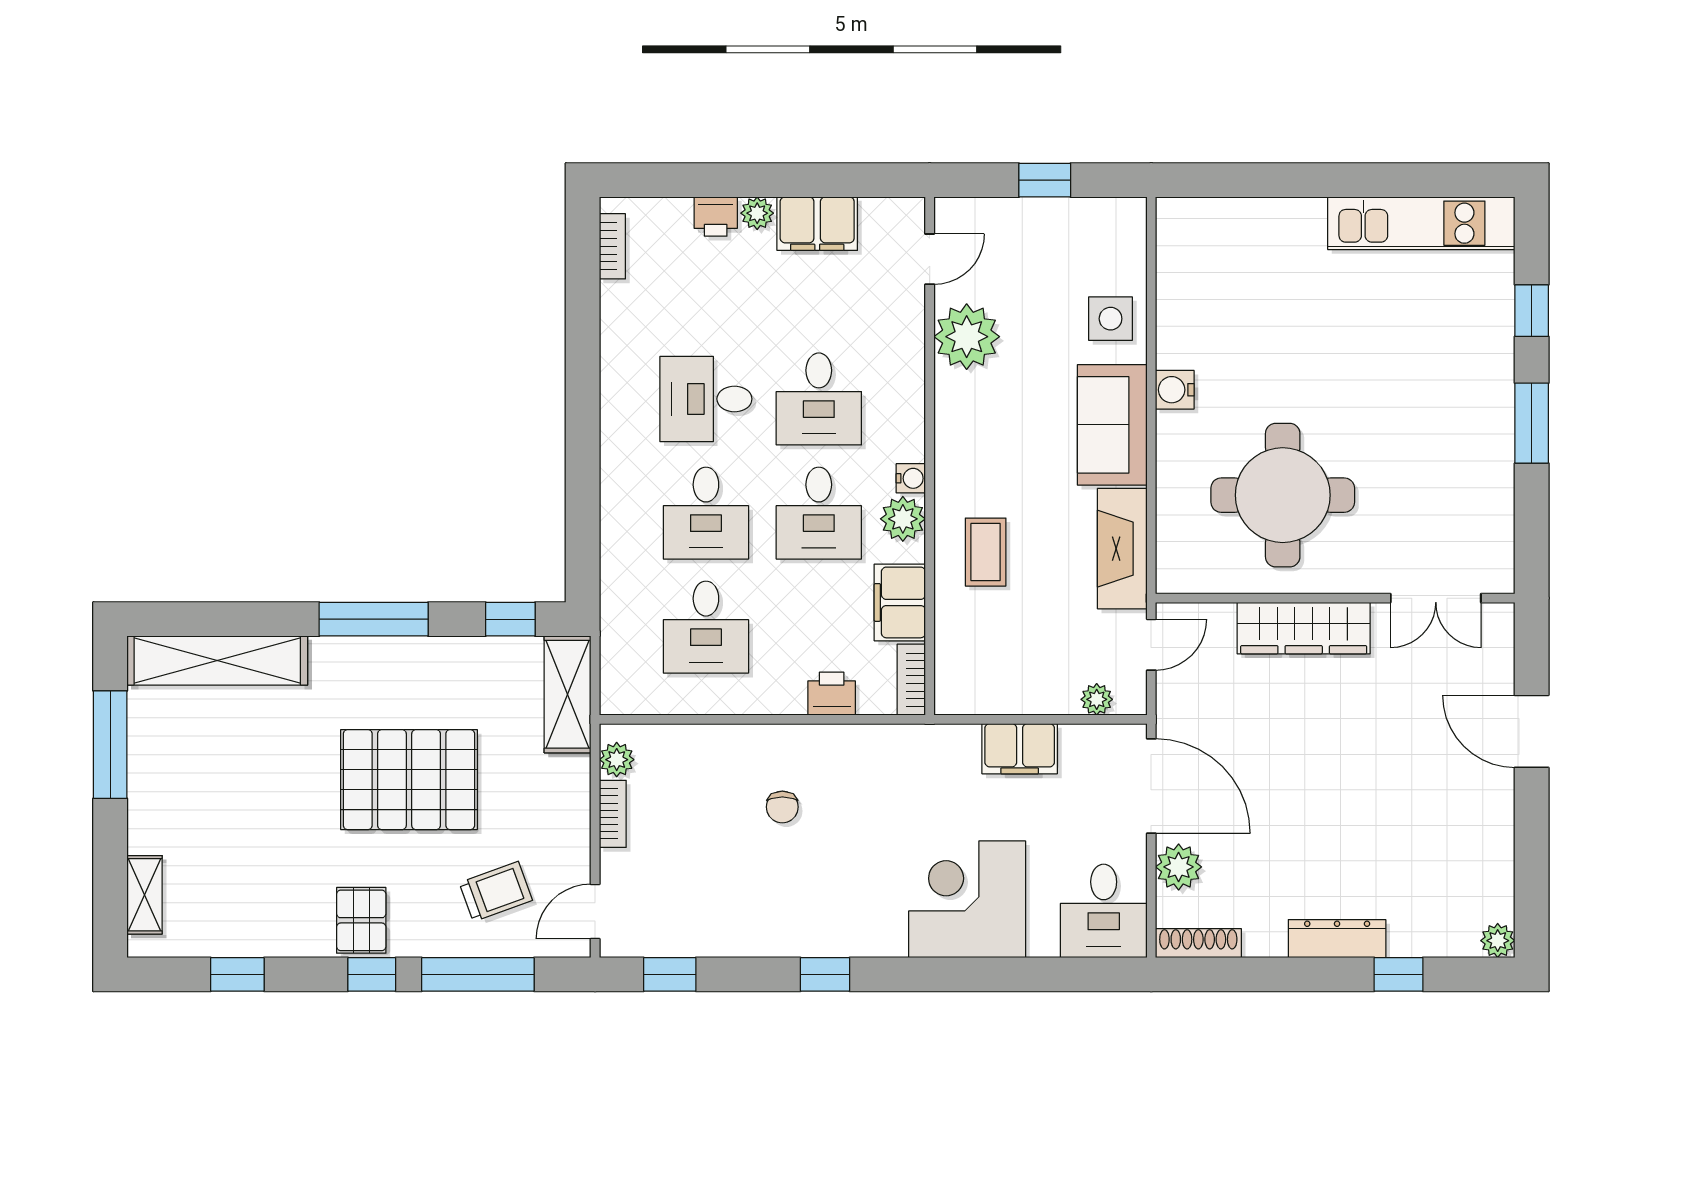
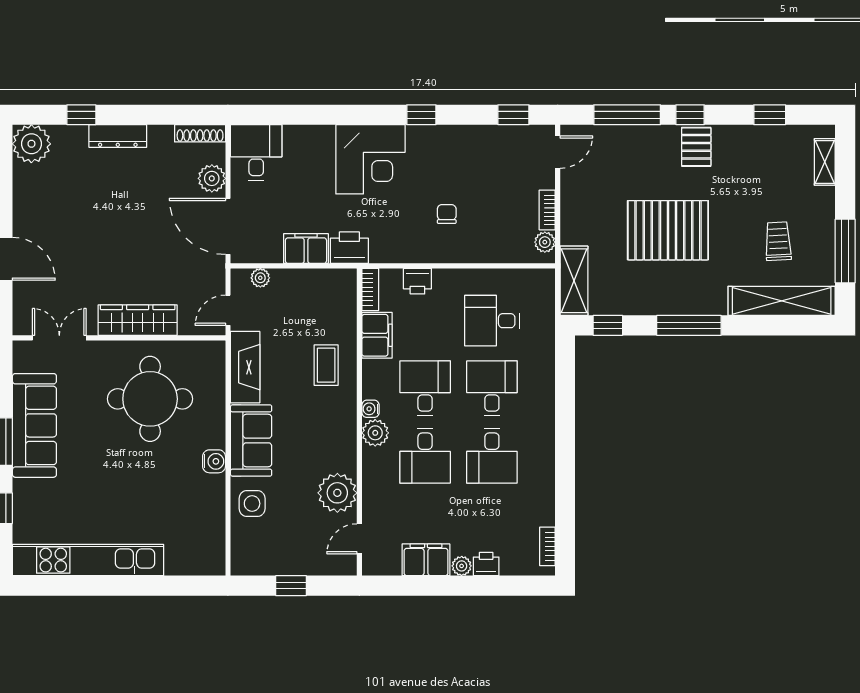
kitchen unit: (1421, 223) -> (88, 560), width x1.36
desk: (706, 399) -> (492, 456), turned 90
desk: (819, 399) -> (425, 456), turned 180
sofa: (1478, 450) -> (34, 425), added
plant: (903, 519) -> (375, 433), moved
desk: (706, 627) -> (492, 321), turned -90
printer: (946, 750) -> (349, 248), added
trolley: (496, 892) -> (778, 241), moved, turned 107
corner desk: (967, 899) -> (370, 159), moved
plant: (1498, 941) -> (31, 144), width x1.88, depth x1.88

